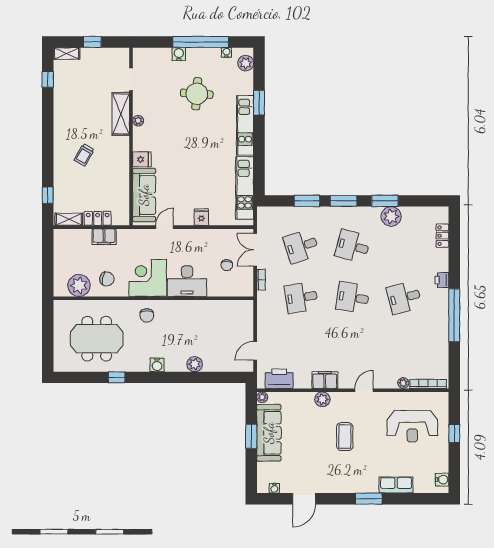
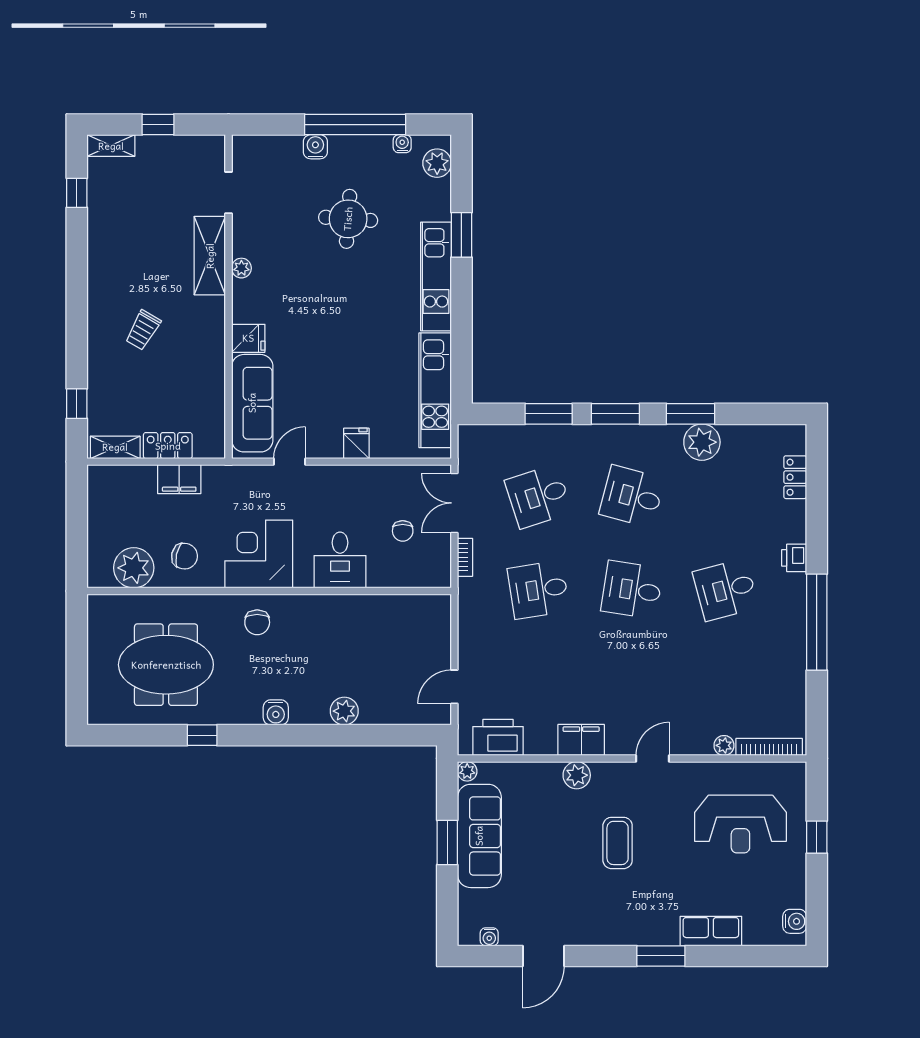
desk: (187, 281) -> (340, 560), width x0.73

